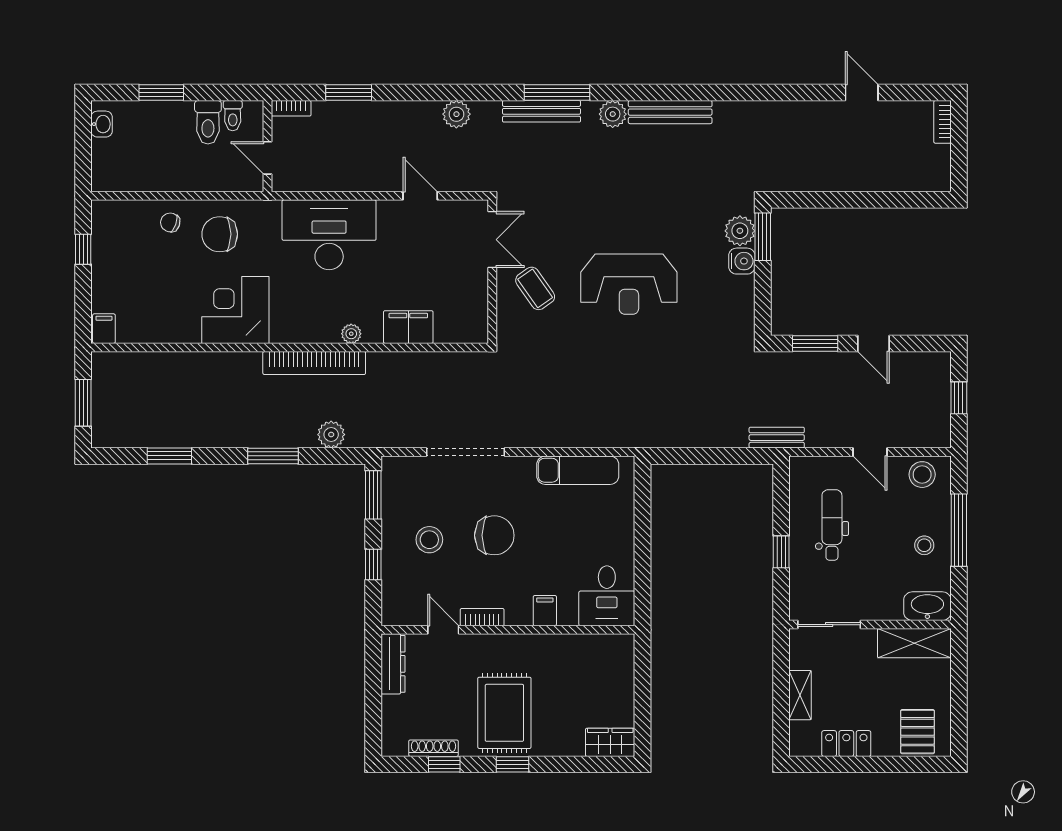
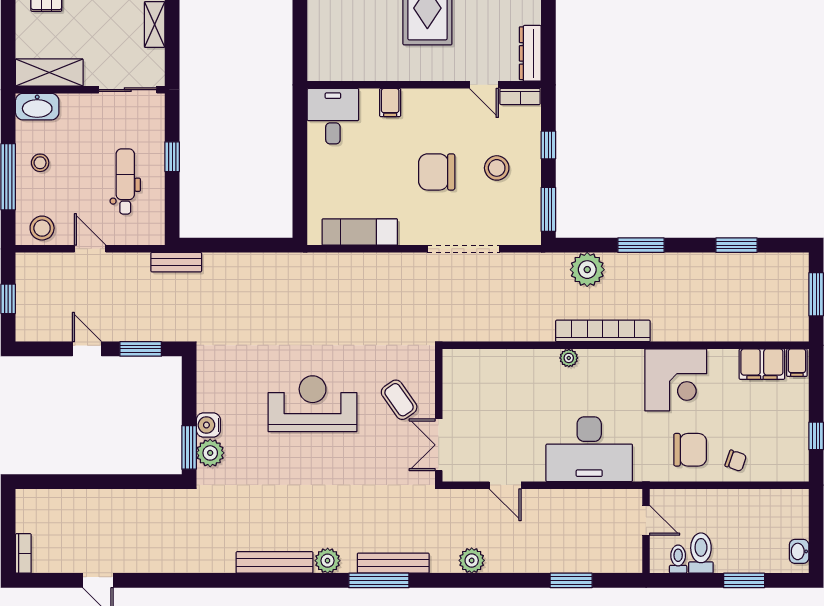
bookcase: (291, 108) -> (624, 566), removed
filing cabinet: (408, 327) -> (762, 364), moved
plant: (331, 435) -> (587, 270), width x1.36, depth x1.36
dental chair: (832, 525) -> (125, 181), turned 180
bookcase: (482, 617) -> (520, 97), moved

